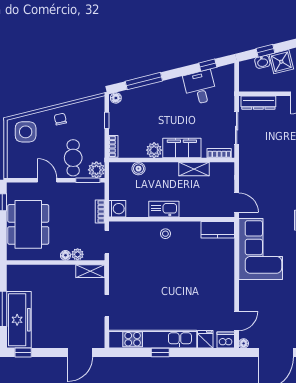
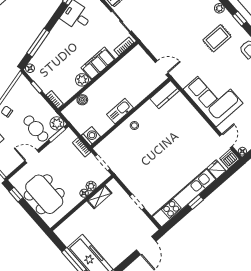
shelving: (194, 169) -> (117, 70), removed
corner sofa: (261, 249) -> (213, 96), moved
shelving: (90, 271) -> (99, 197), moved

